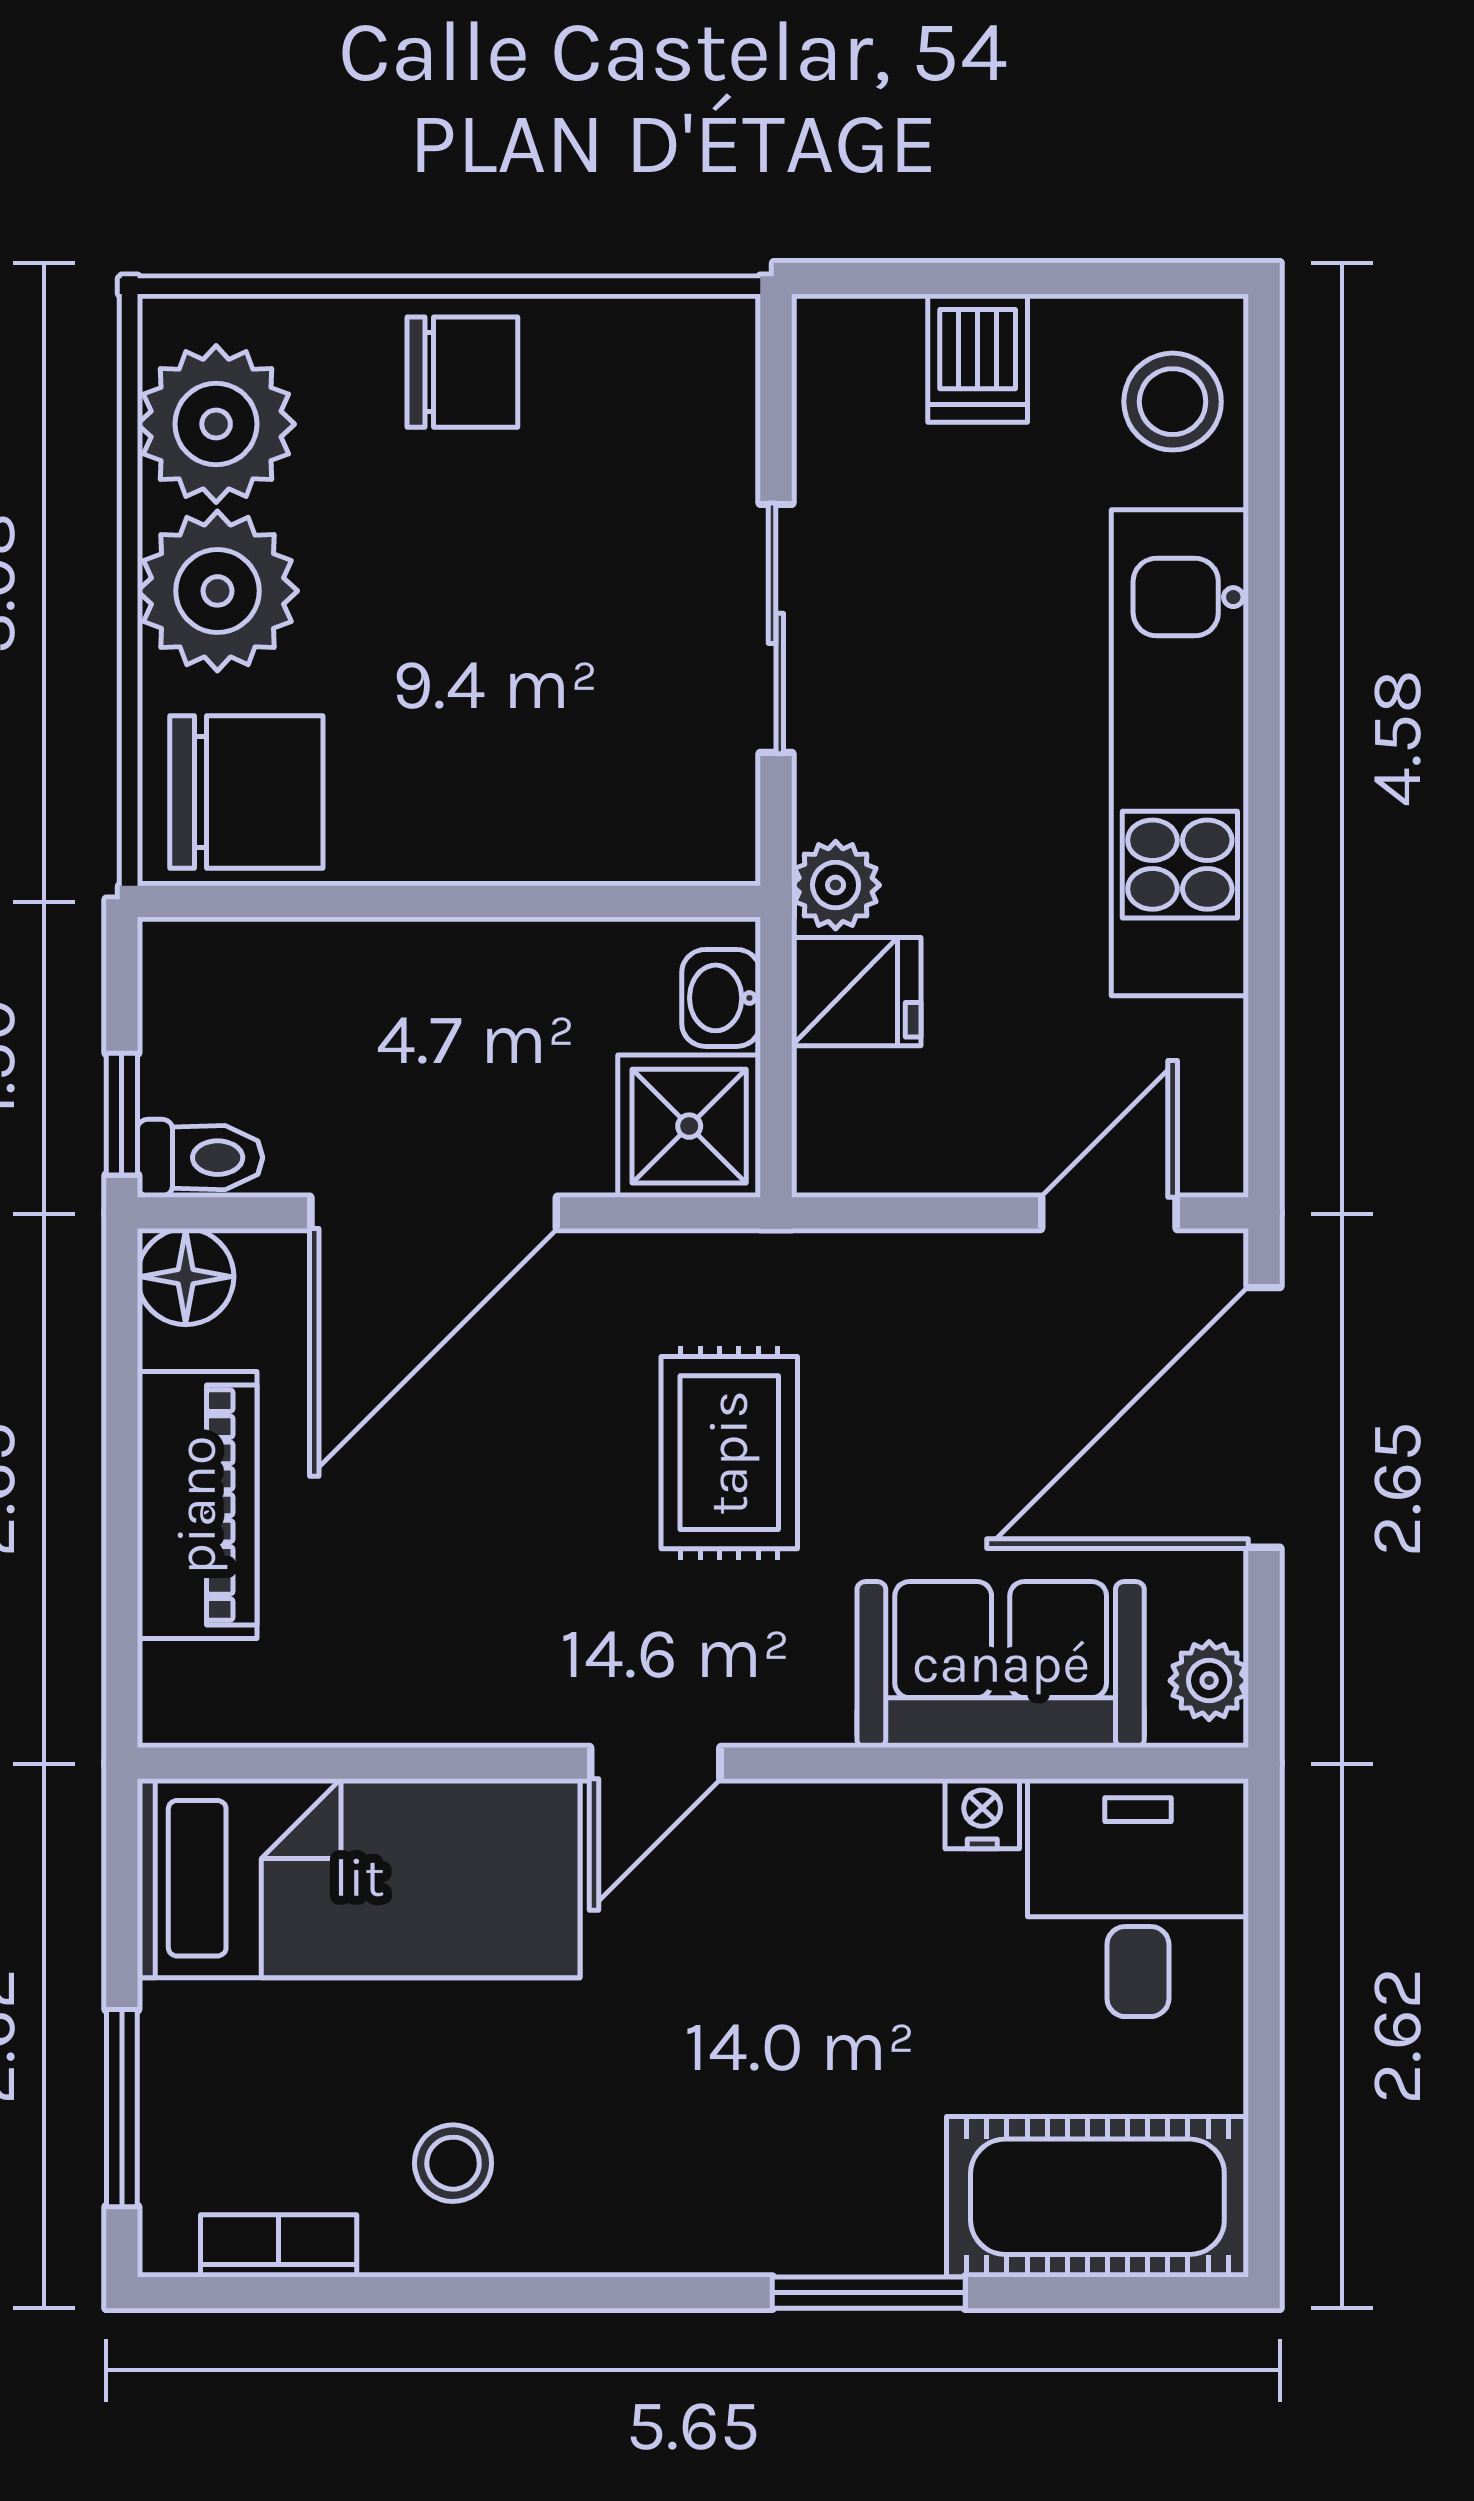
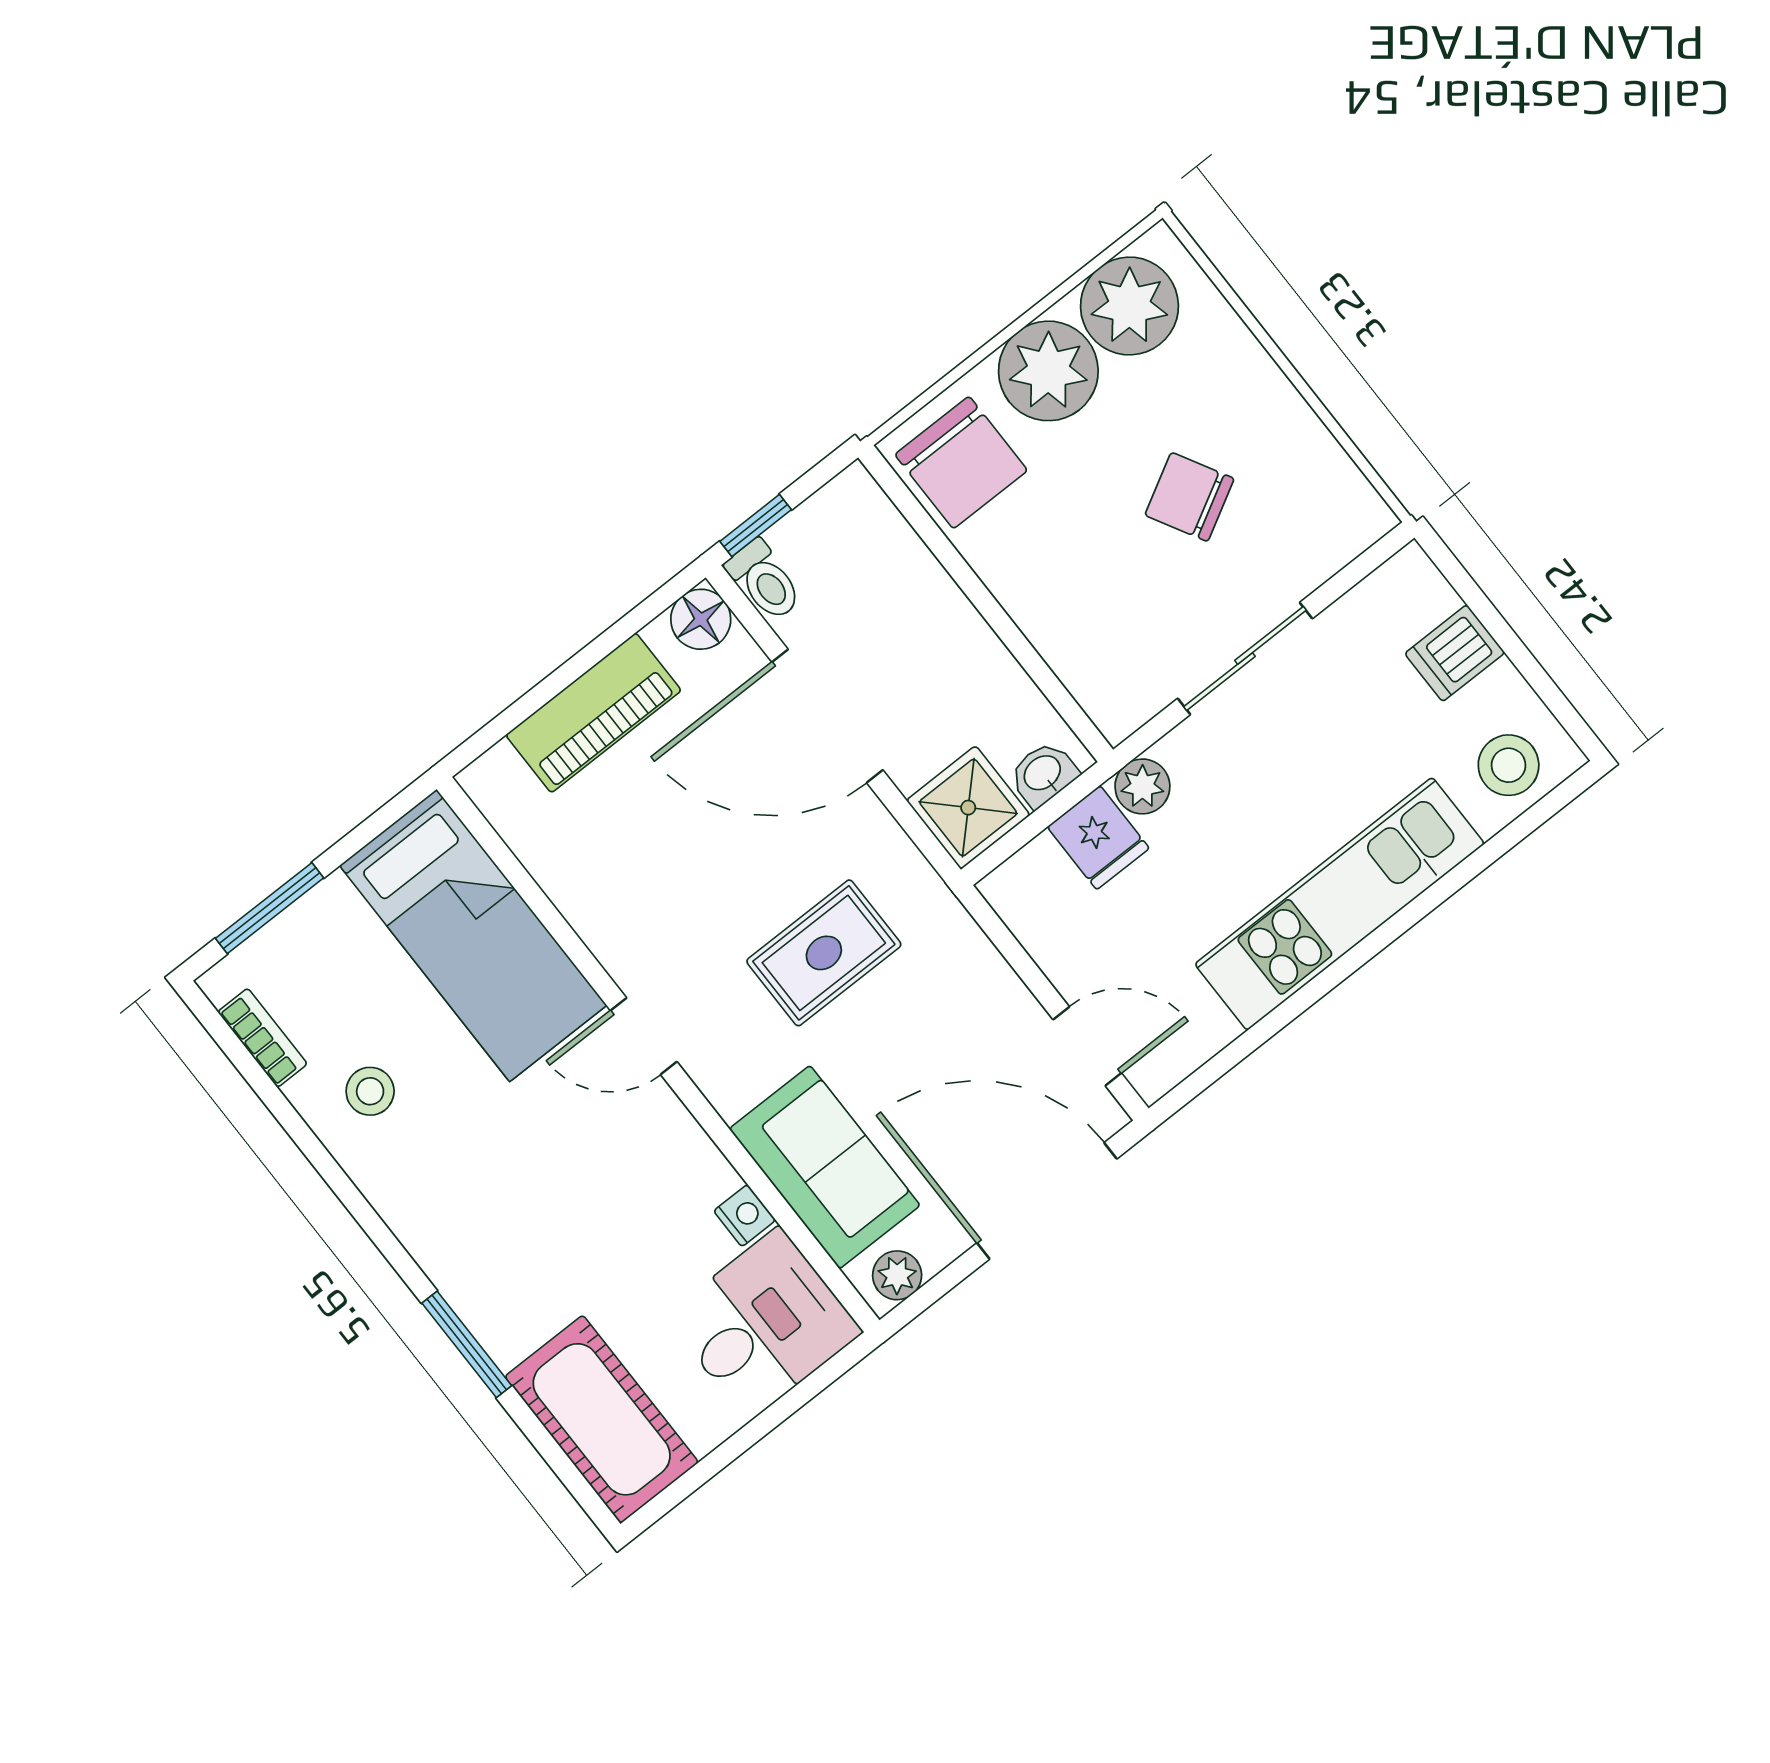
chair: (462, 372) -> (1189, 497), moved, turned 151

